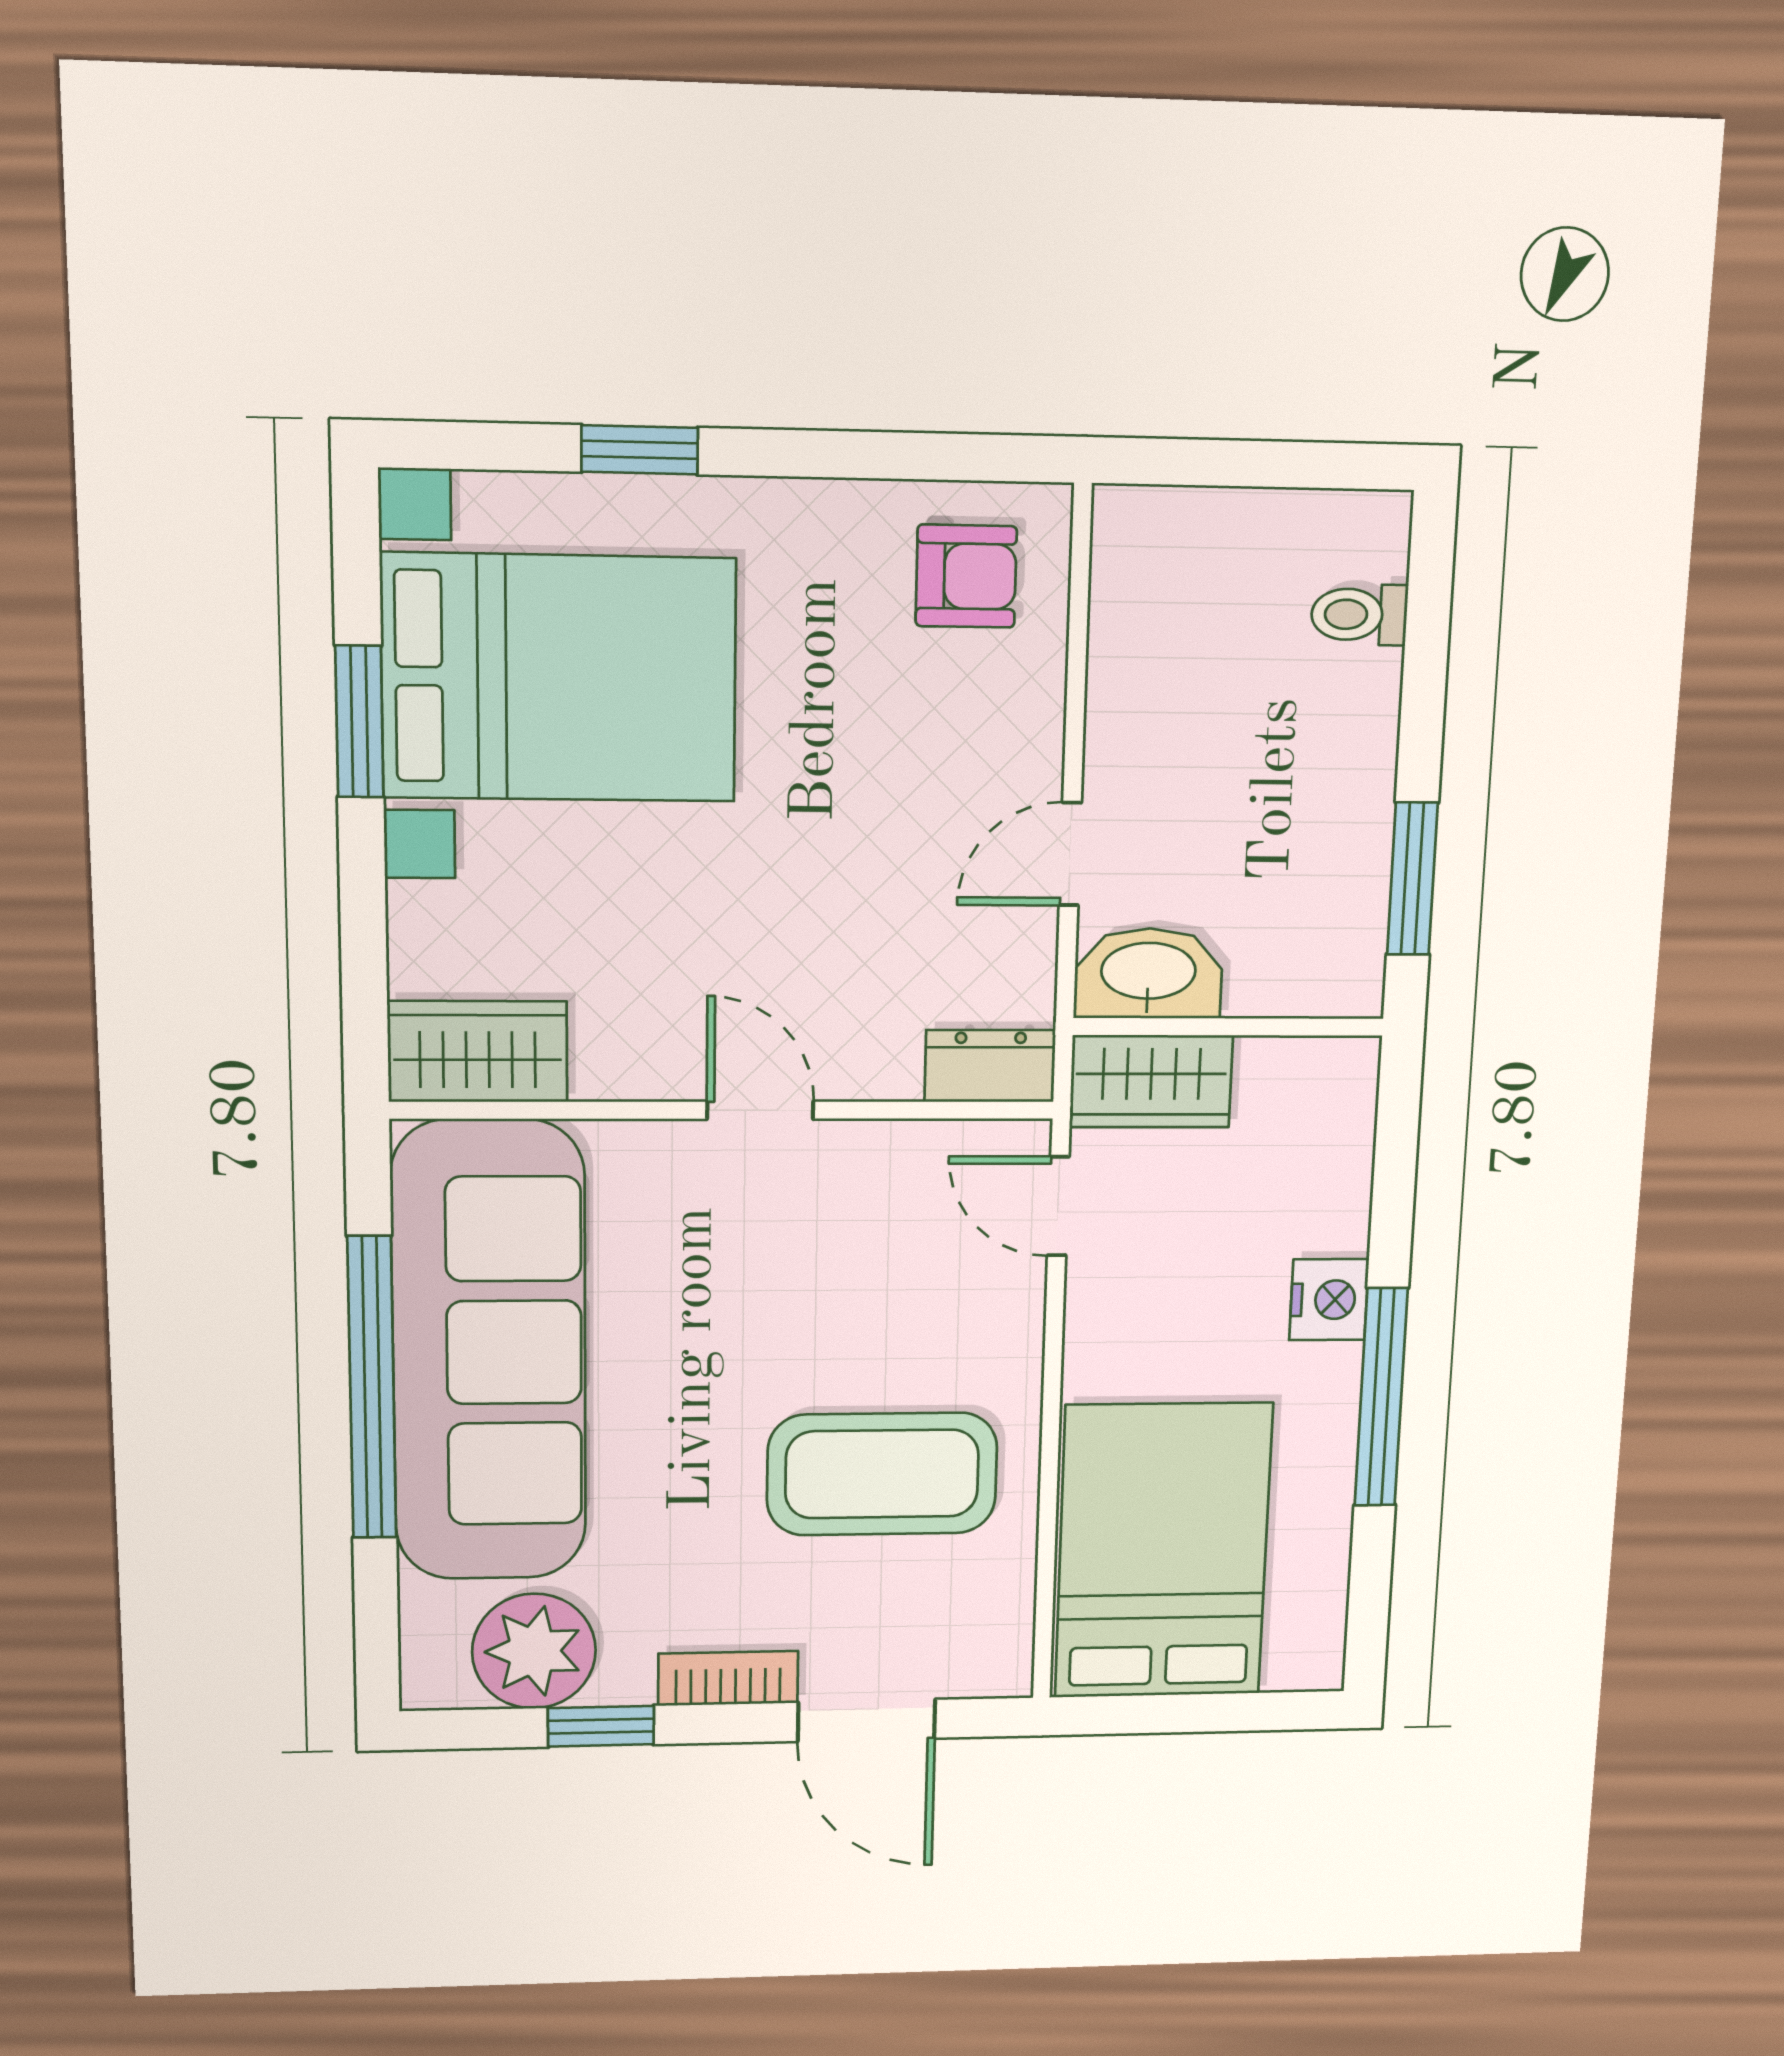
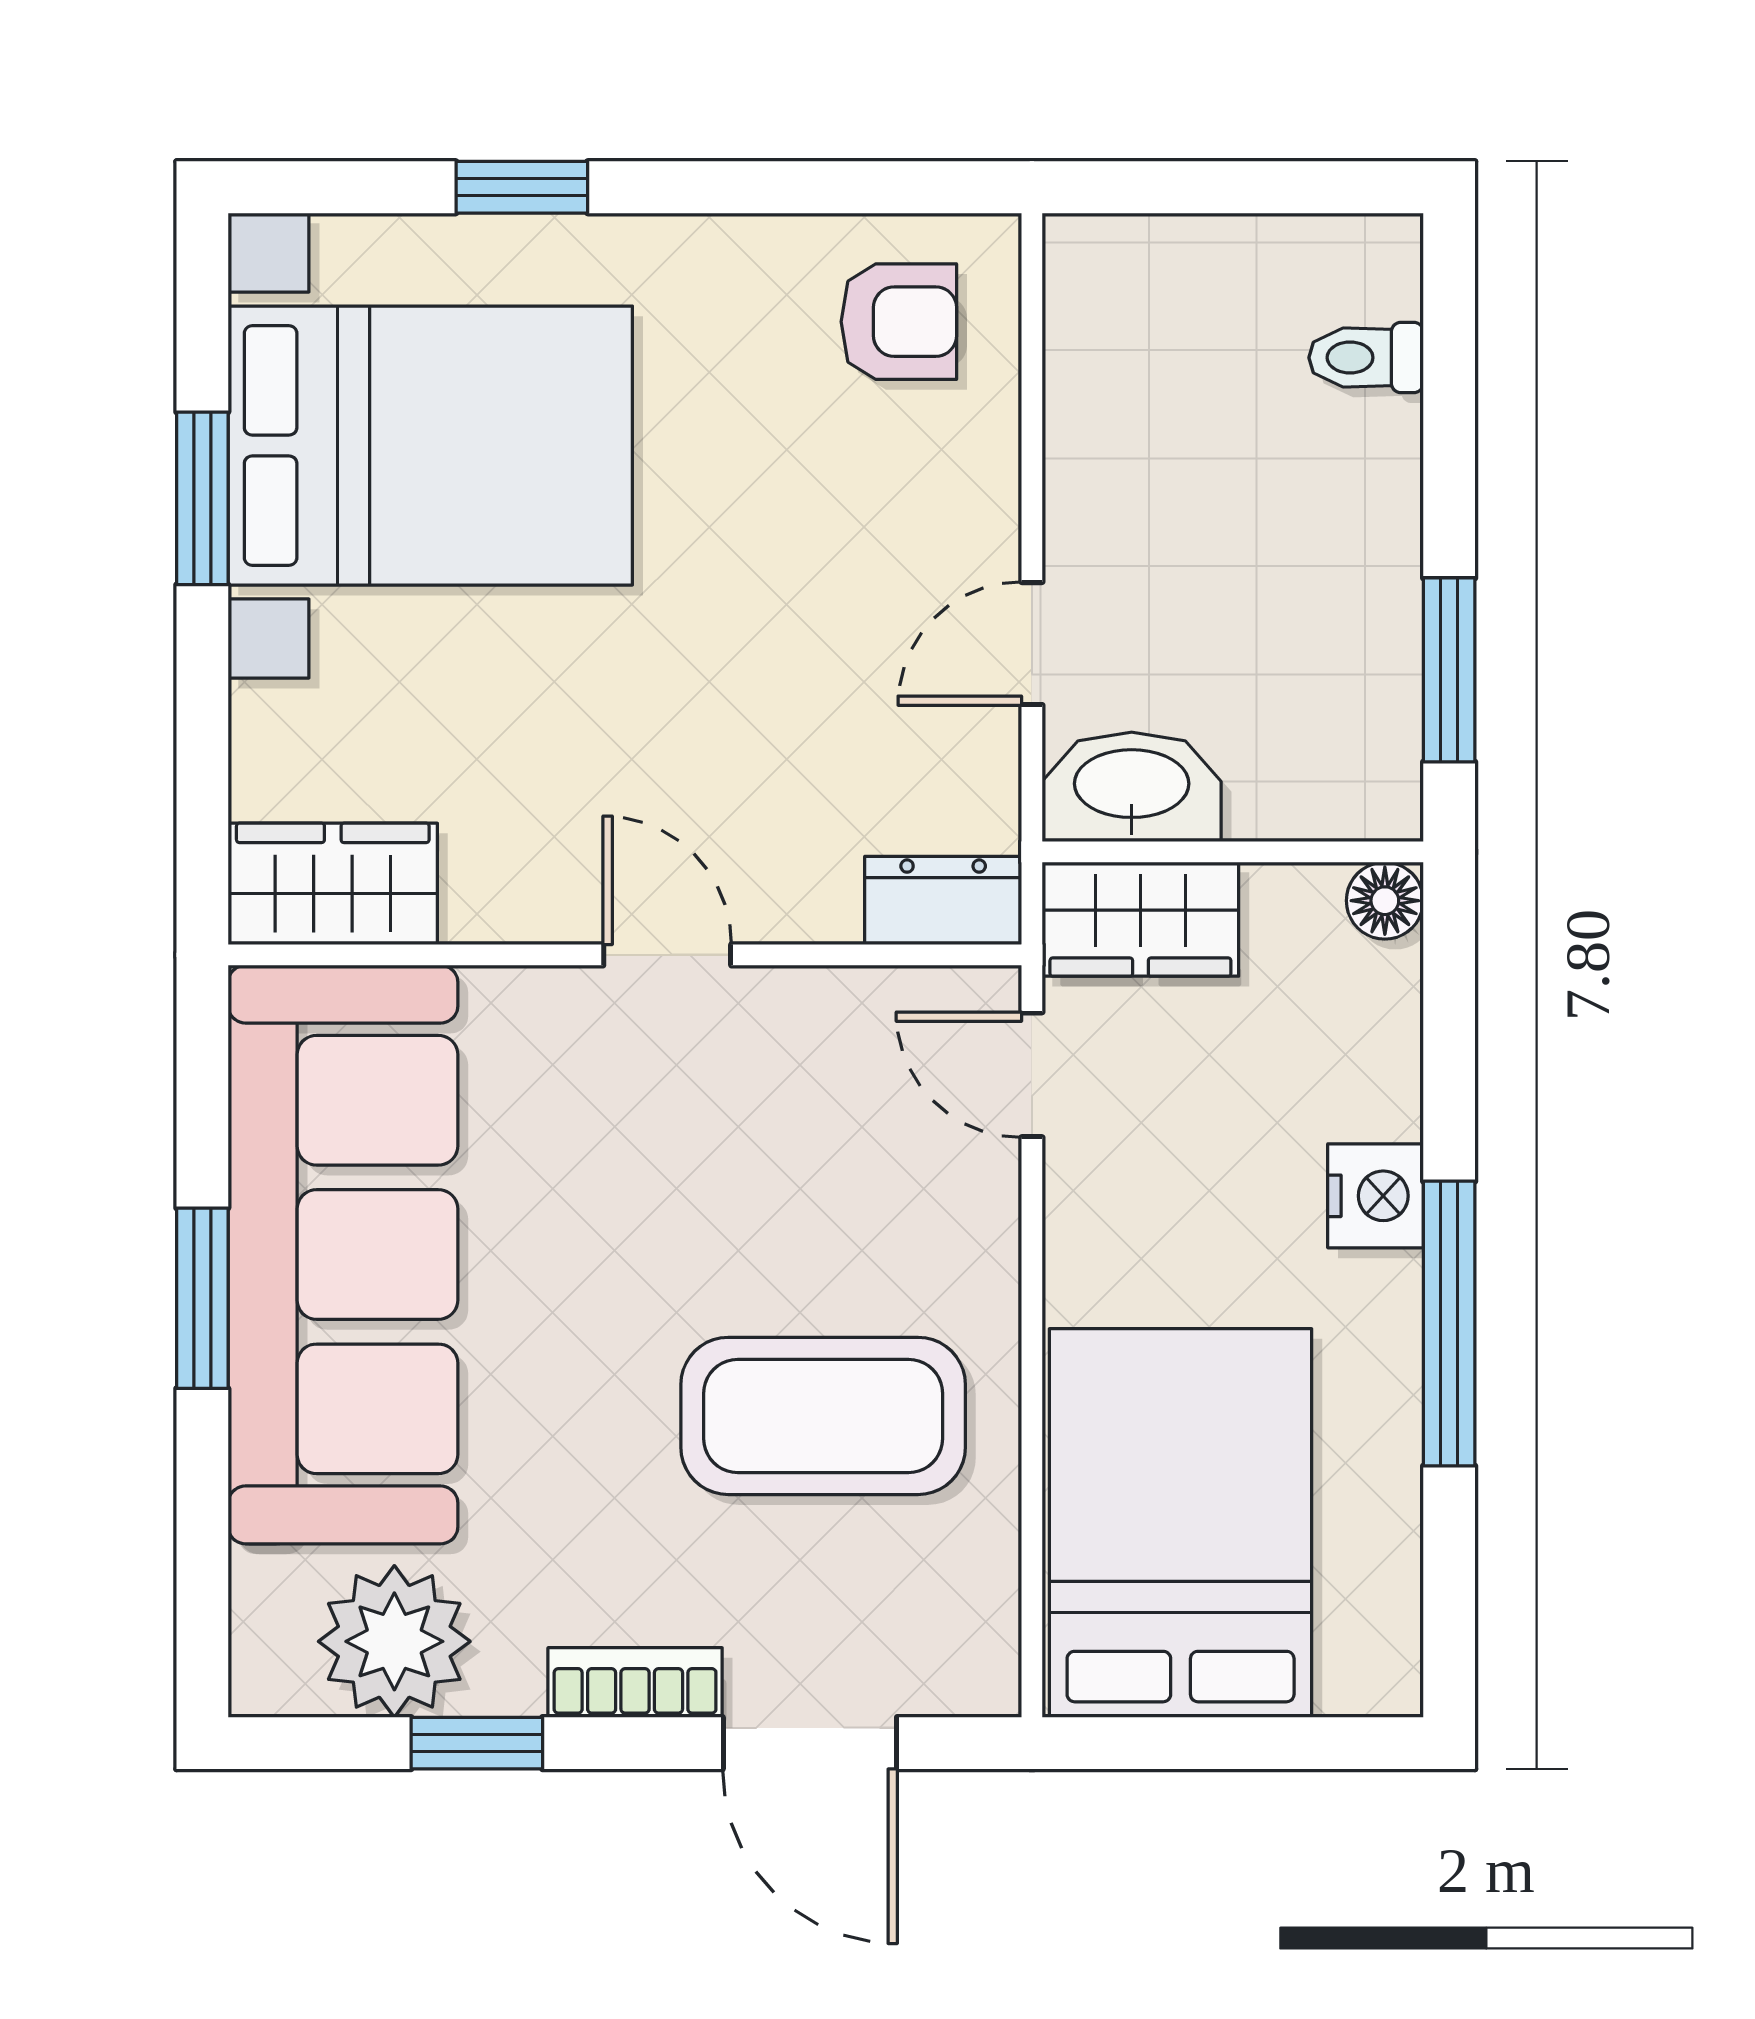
floor lamp: (1350, 1067) -> (1385, 901), added
window: (372, 1388) -> (202, 1298), width x0.47

